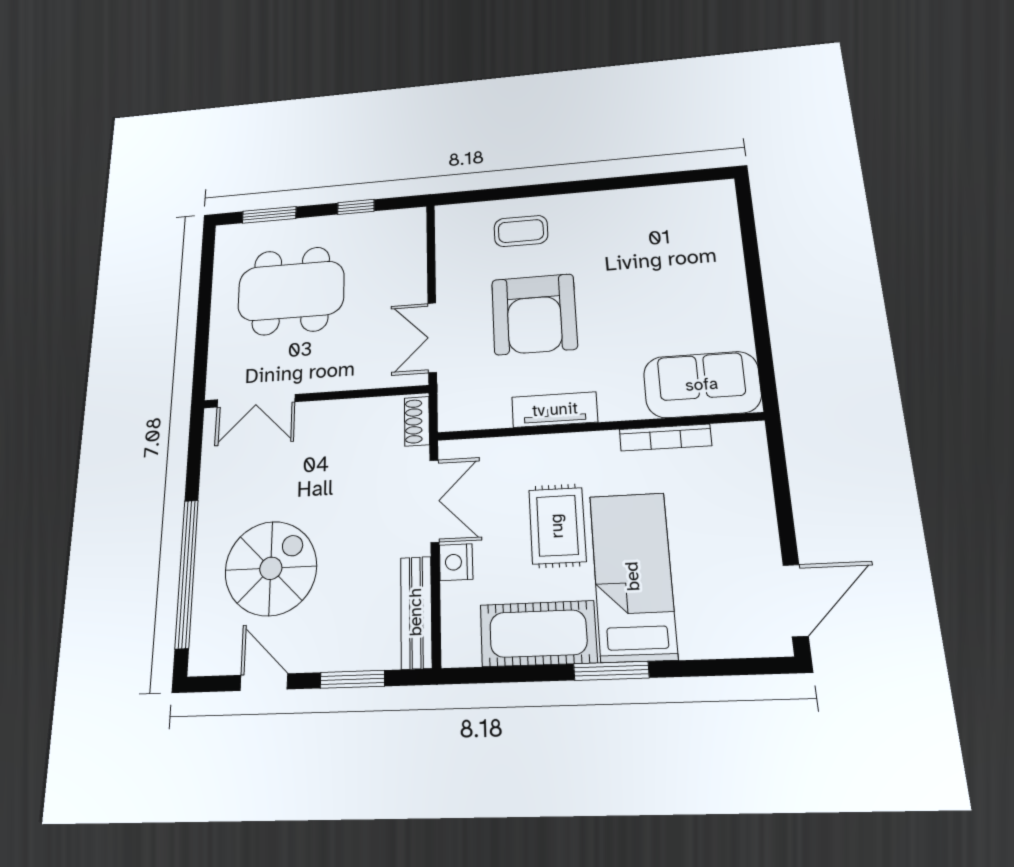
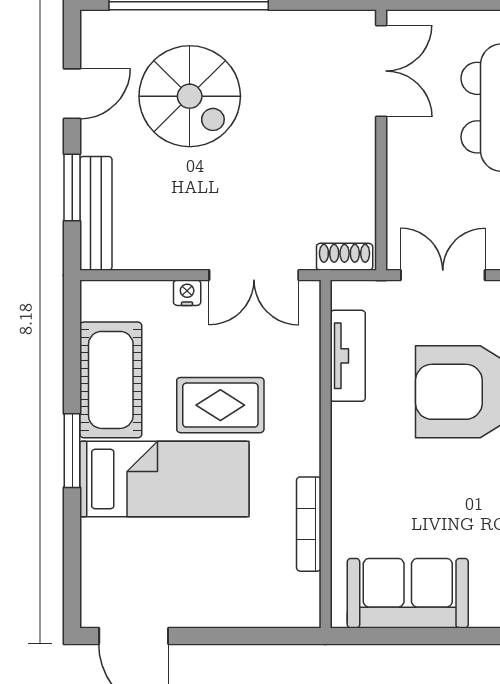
sofa: (702, 385) -> (408, 593), moved, turned -90
double door: (256, 401) -> (381, 71), swing flipped
tv unit: (555, 410) -> (348, 356), moved
nightstand: (456, 562) -> (187, 293), width x0.72, depth x0.74
bench: (416, 612) -> (96, 213), moved, turned 90

